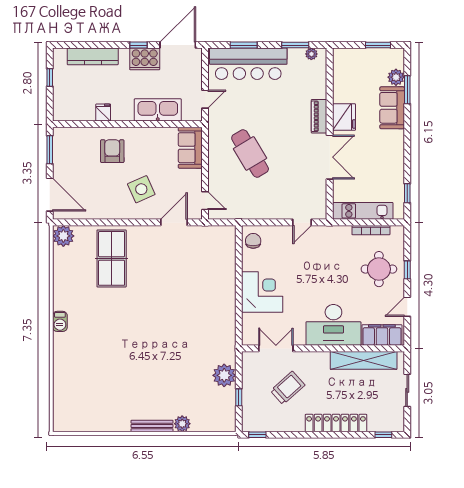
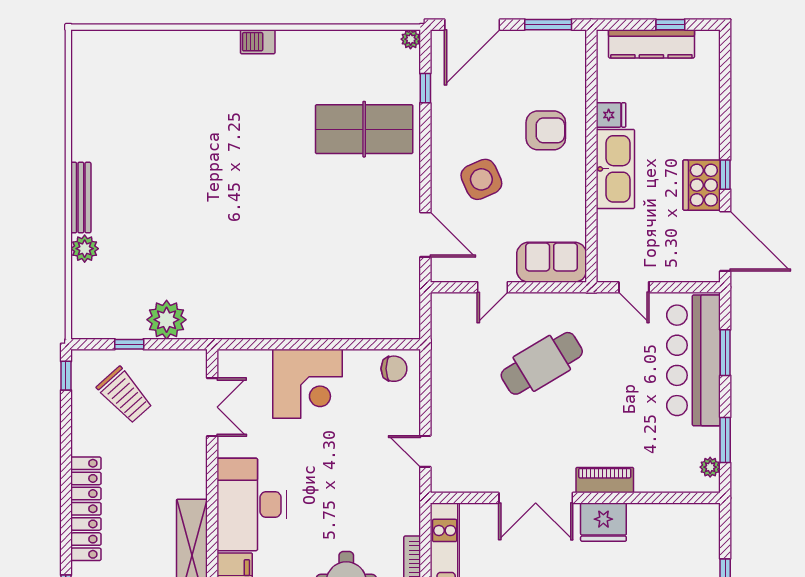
kitchen counter: (93, 56) -> (651, 44), moved, turned -90
kitchen sink: (158, 110) -> (615, 169), moved
door: (205, 201) -> (492, 287), moved
window: (87, 222) -> (425, 88), added
plant: (63, 236) -> (411, 39), width x0.53, depth x0.53
trolley: (288, 388) -> (125, 395), moved

